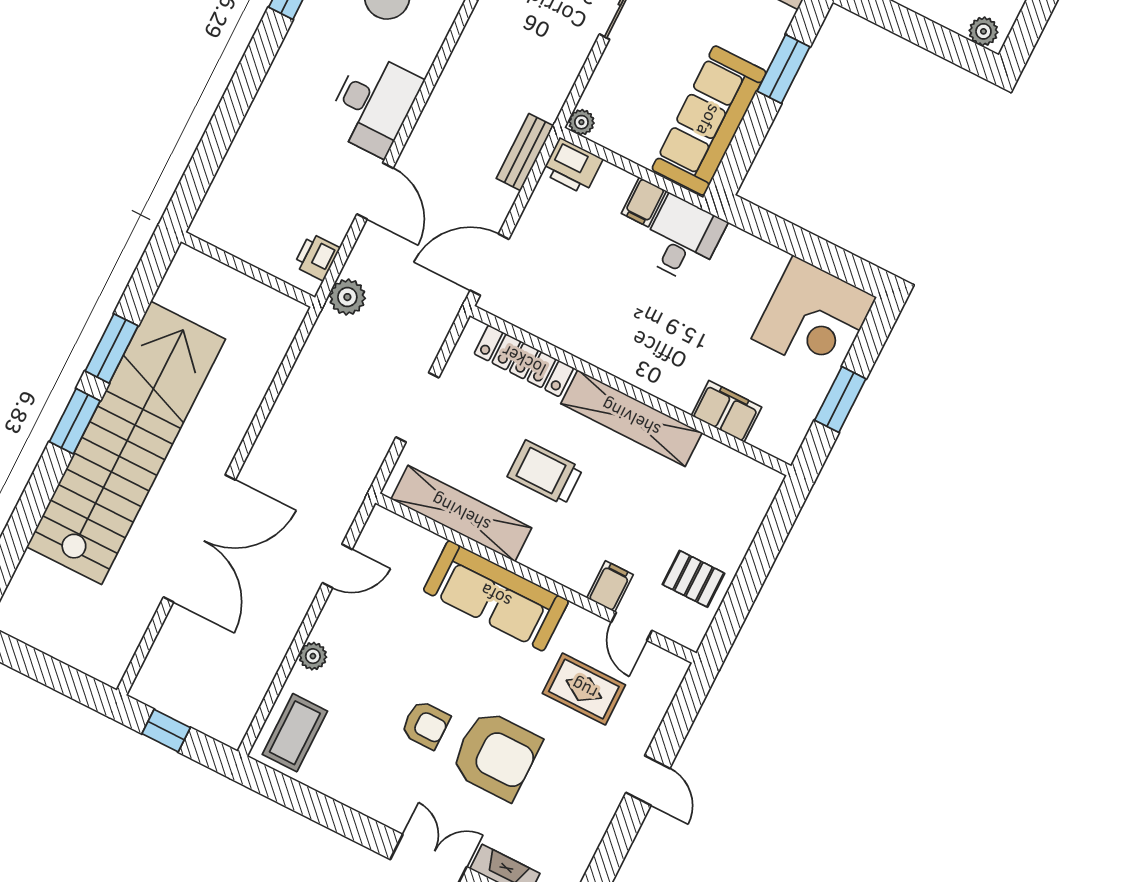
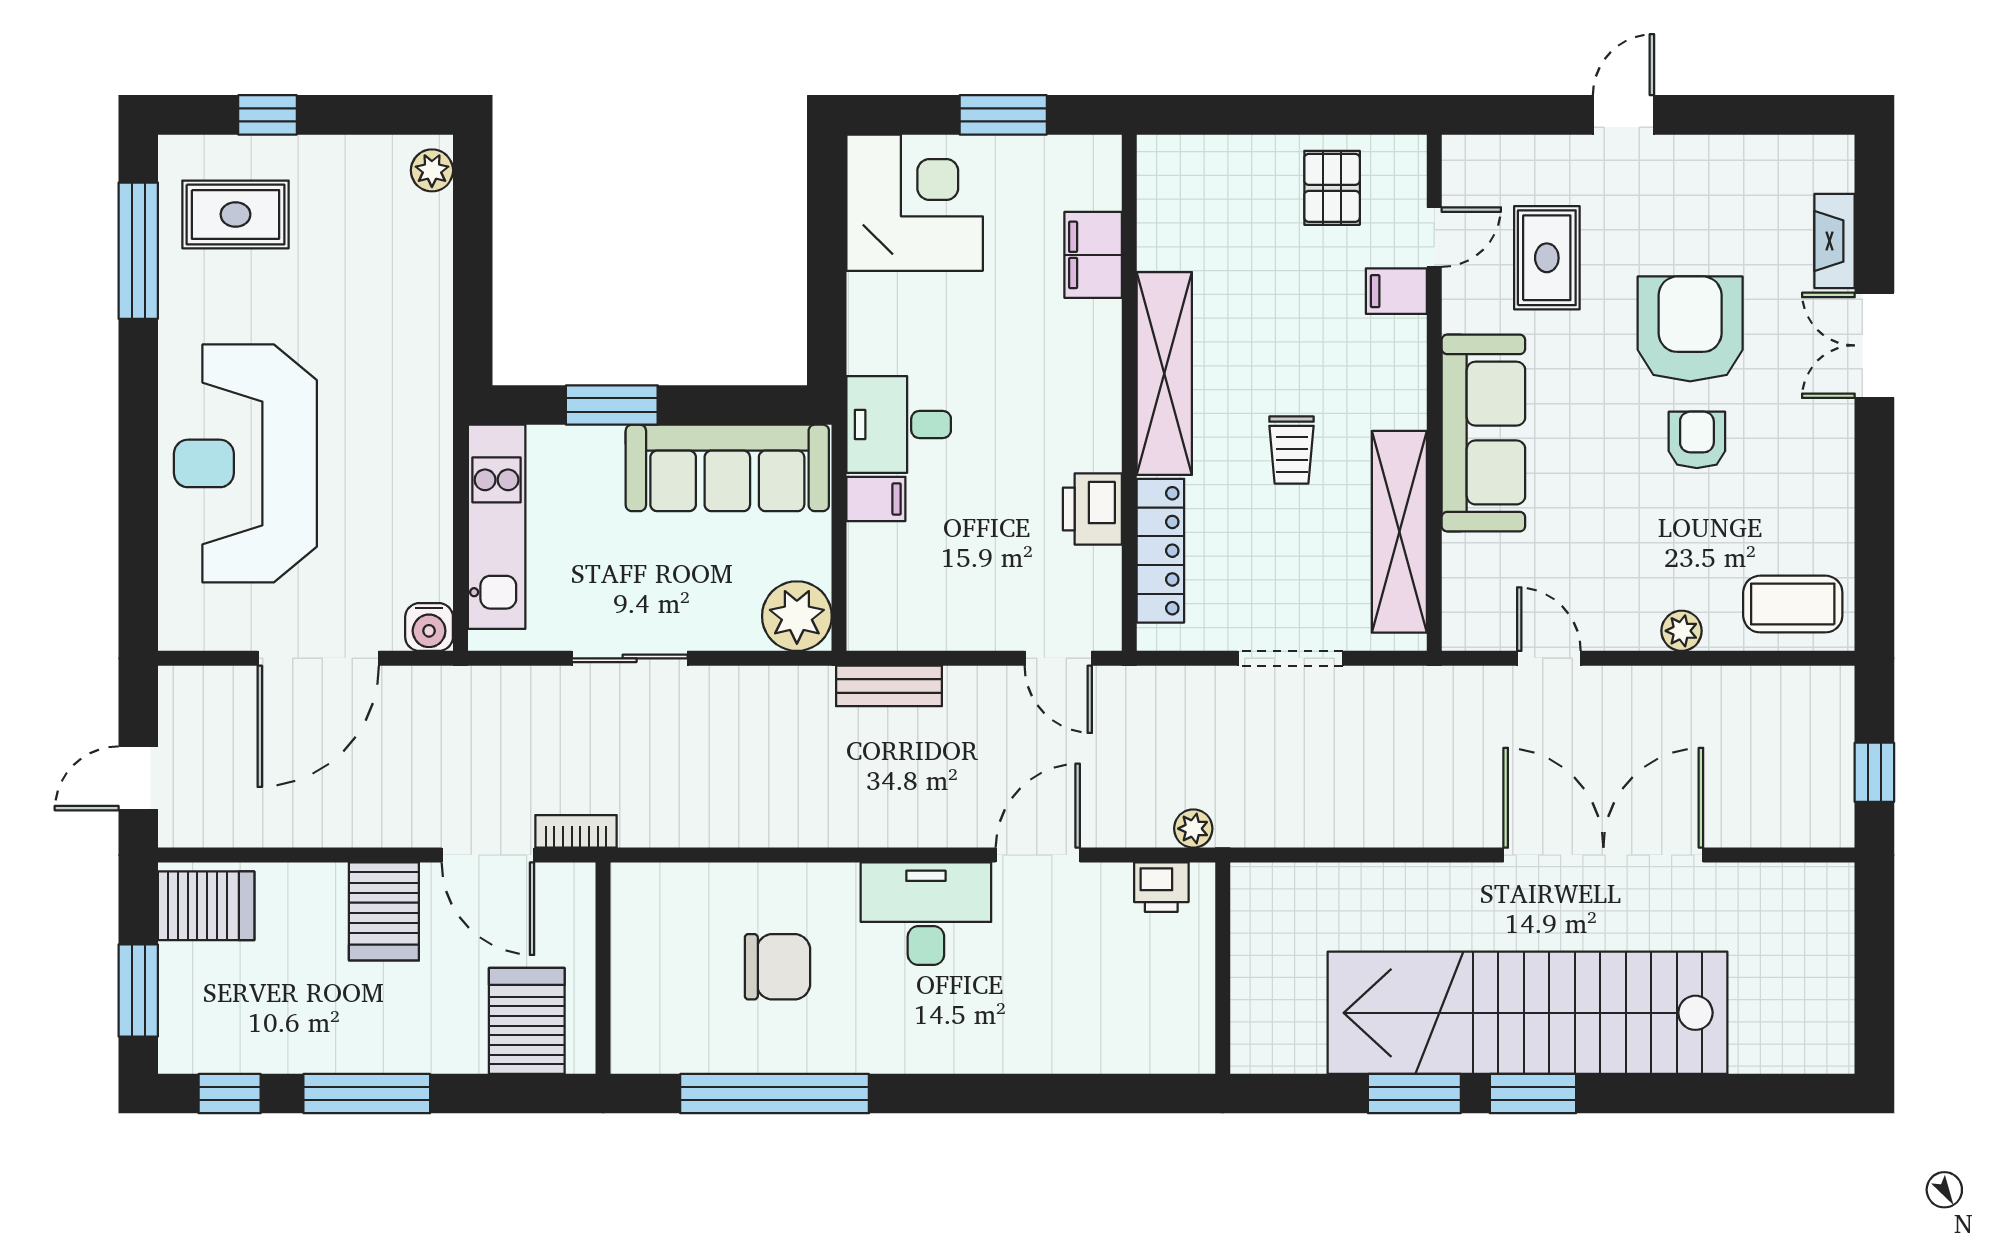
plant: (581, 122) -> (797, 616), width x1.87, depth x1.87
printer: (572, 166) -> (1092, 509), moved, turned 180
door: (489, 265) -> (1058, 658), width x0.73
plant: (347, 297) -> (1193, 829), width x0.73, depth x0.73
trolley: (545, 473) -> (1292, 450), width x0.73, depth x0.72

